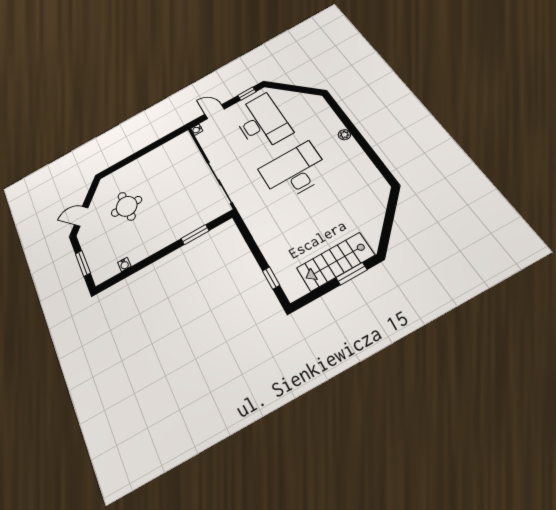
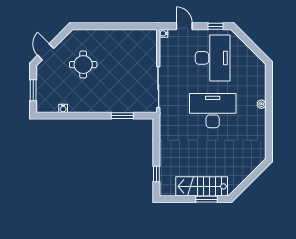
door: (81, 216) -> (46, 52), hinge flipped

